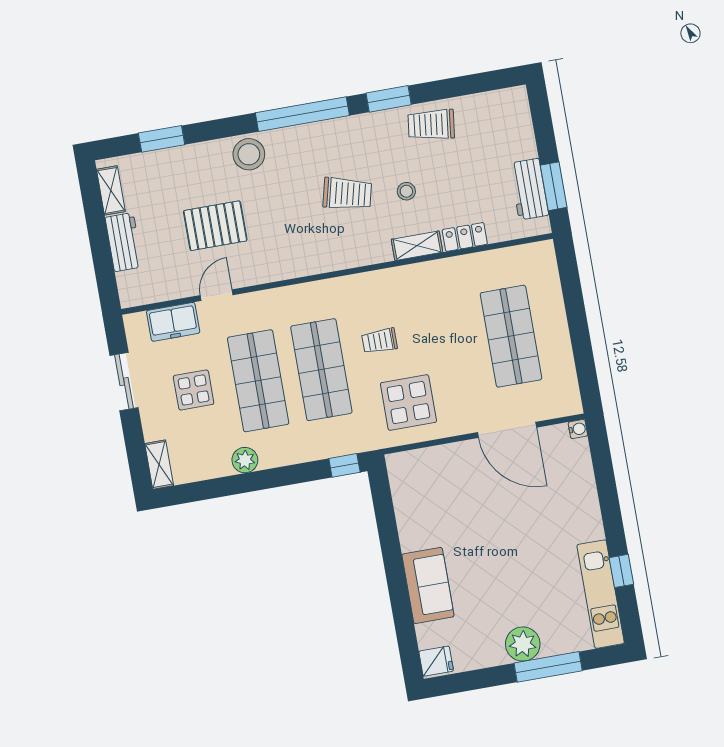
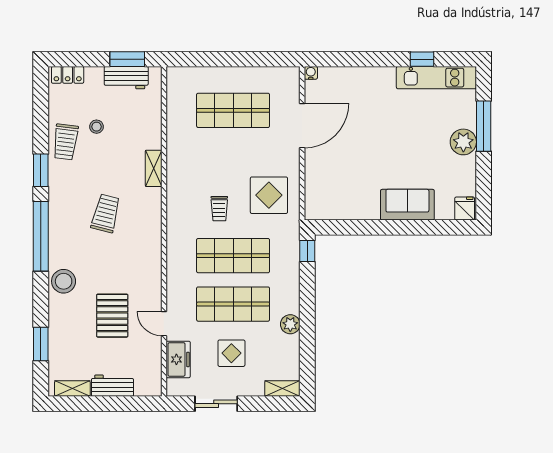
stool: (406, 191) -> (97, 127), moved
locker: (465, 237) -> (68, 75), moved, turned -90

